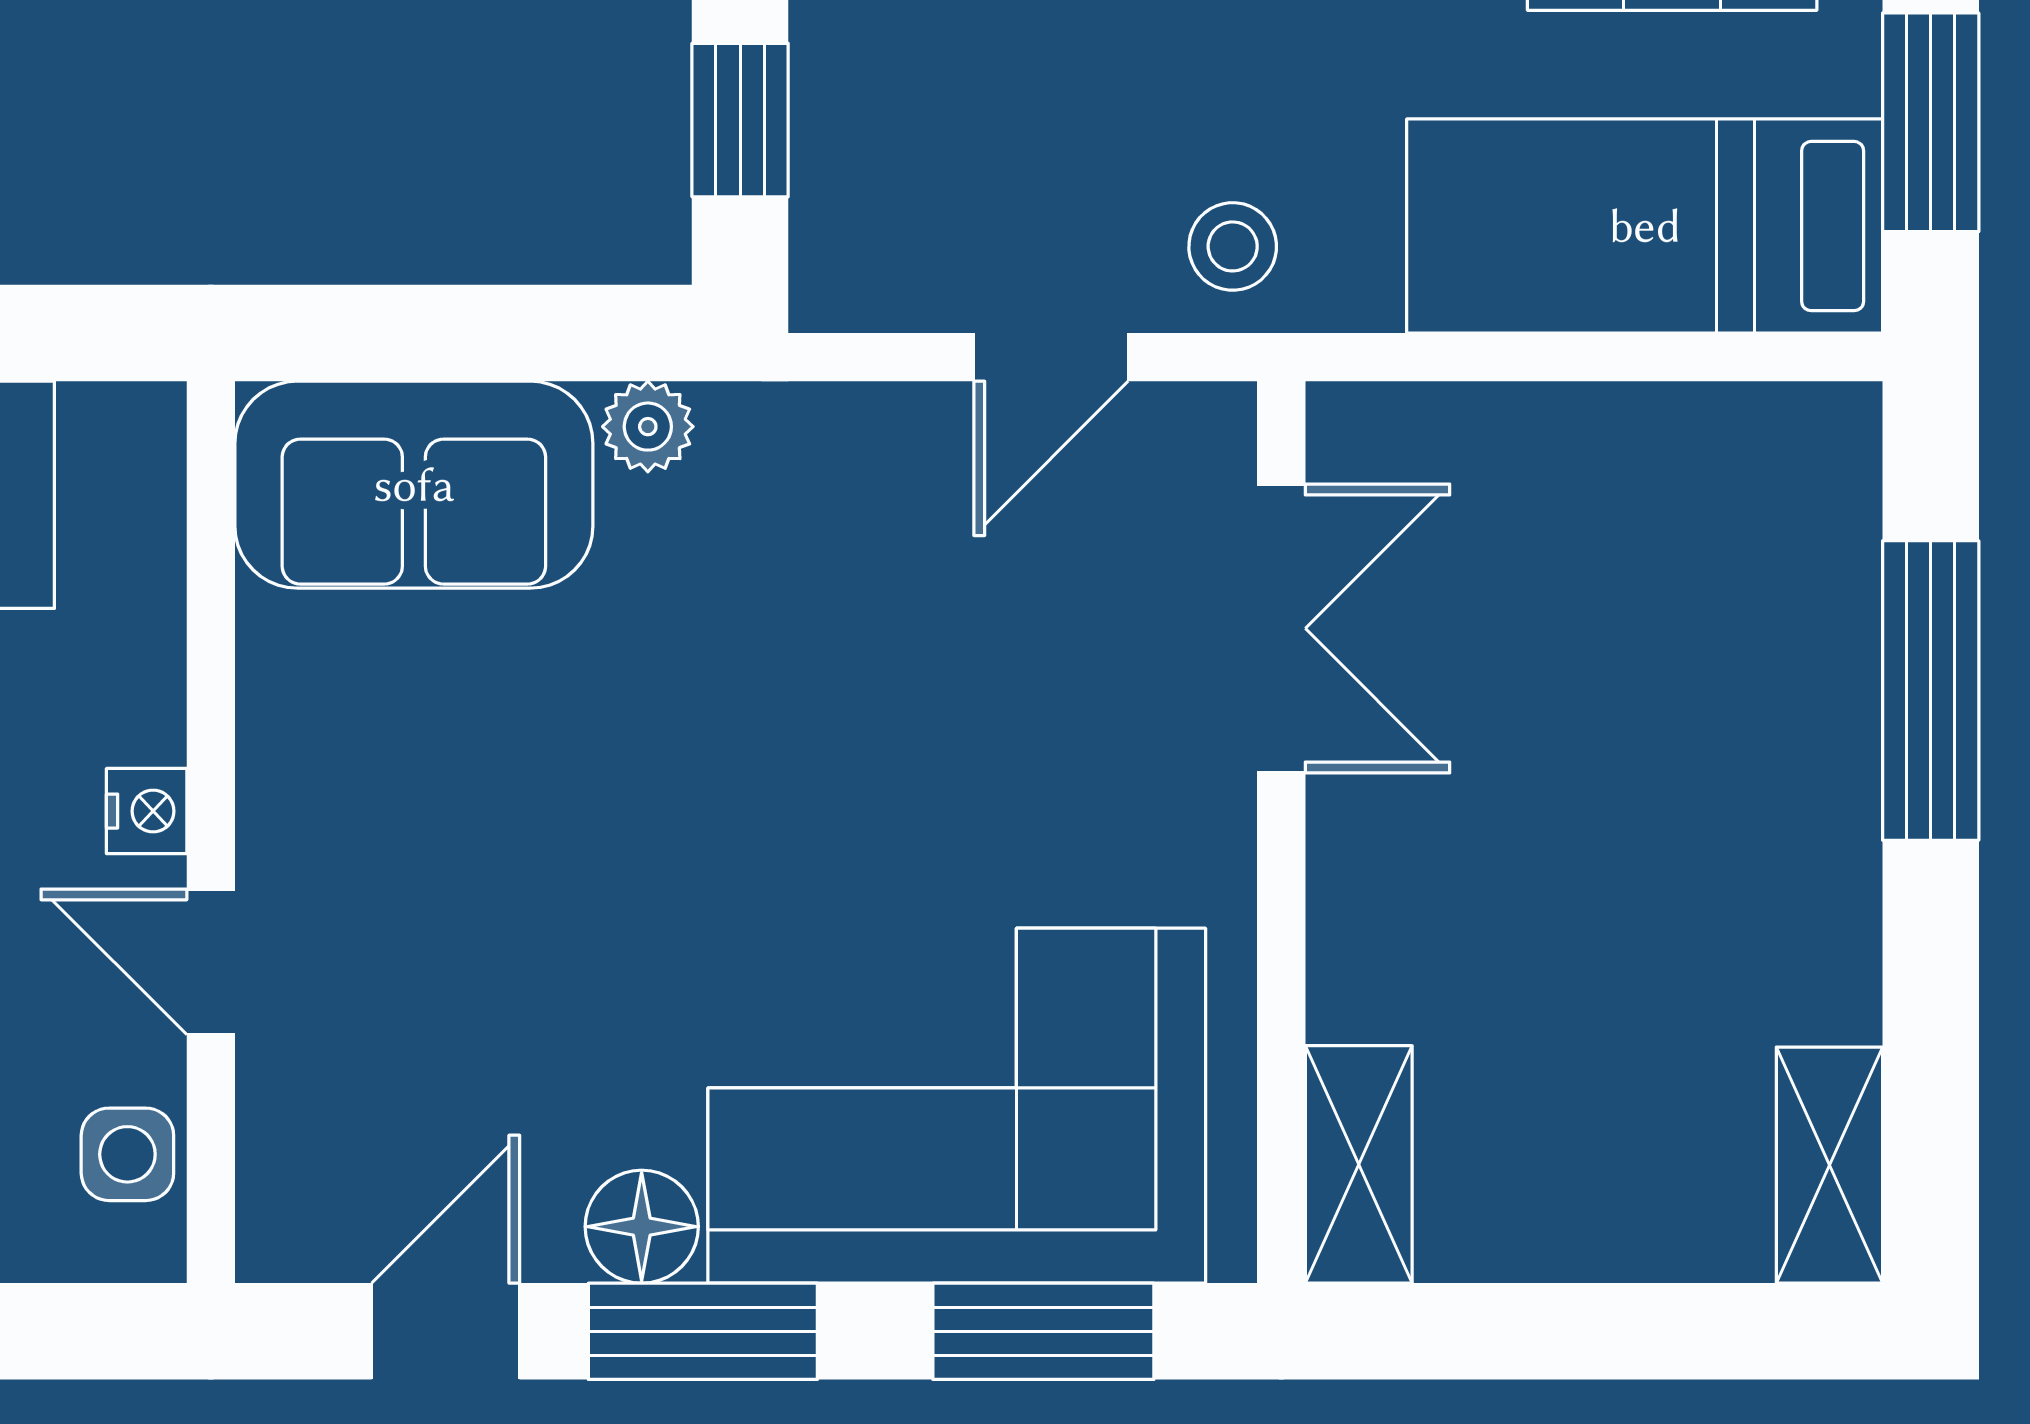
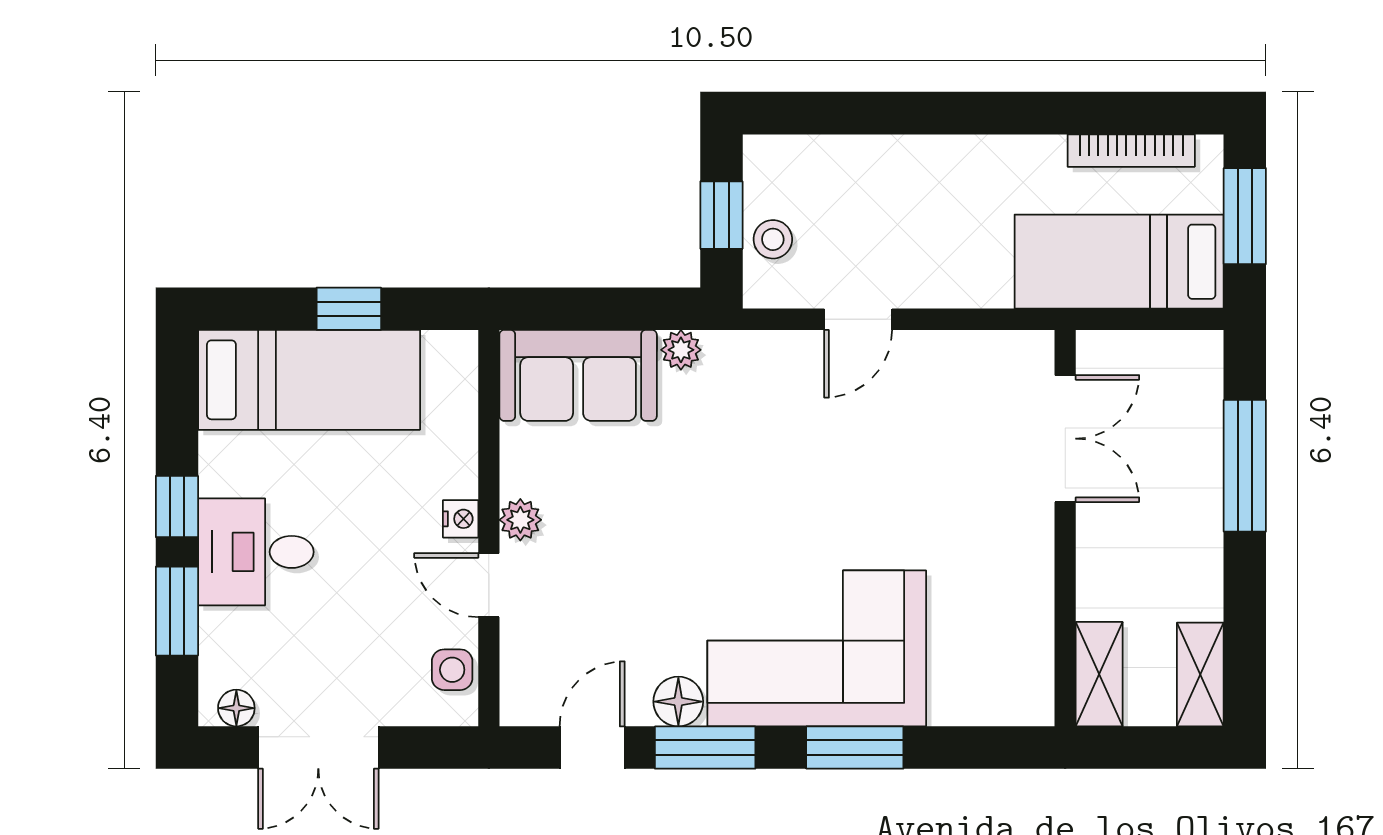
stool: (1233, 246) -> (773, 239), moved
double door: (1281, 628) -> (1065, 439), moved
plant: (283, 813) -> (520, 520), added
wall: (1281, 832) -> (1065, 528), moved
shelving: (1359, 1164) -> (1099, 674), moved

